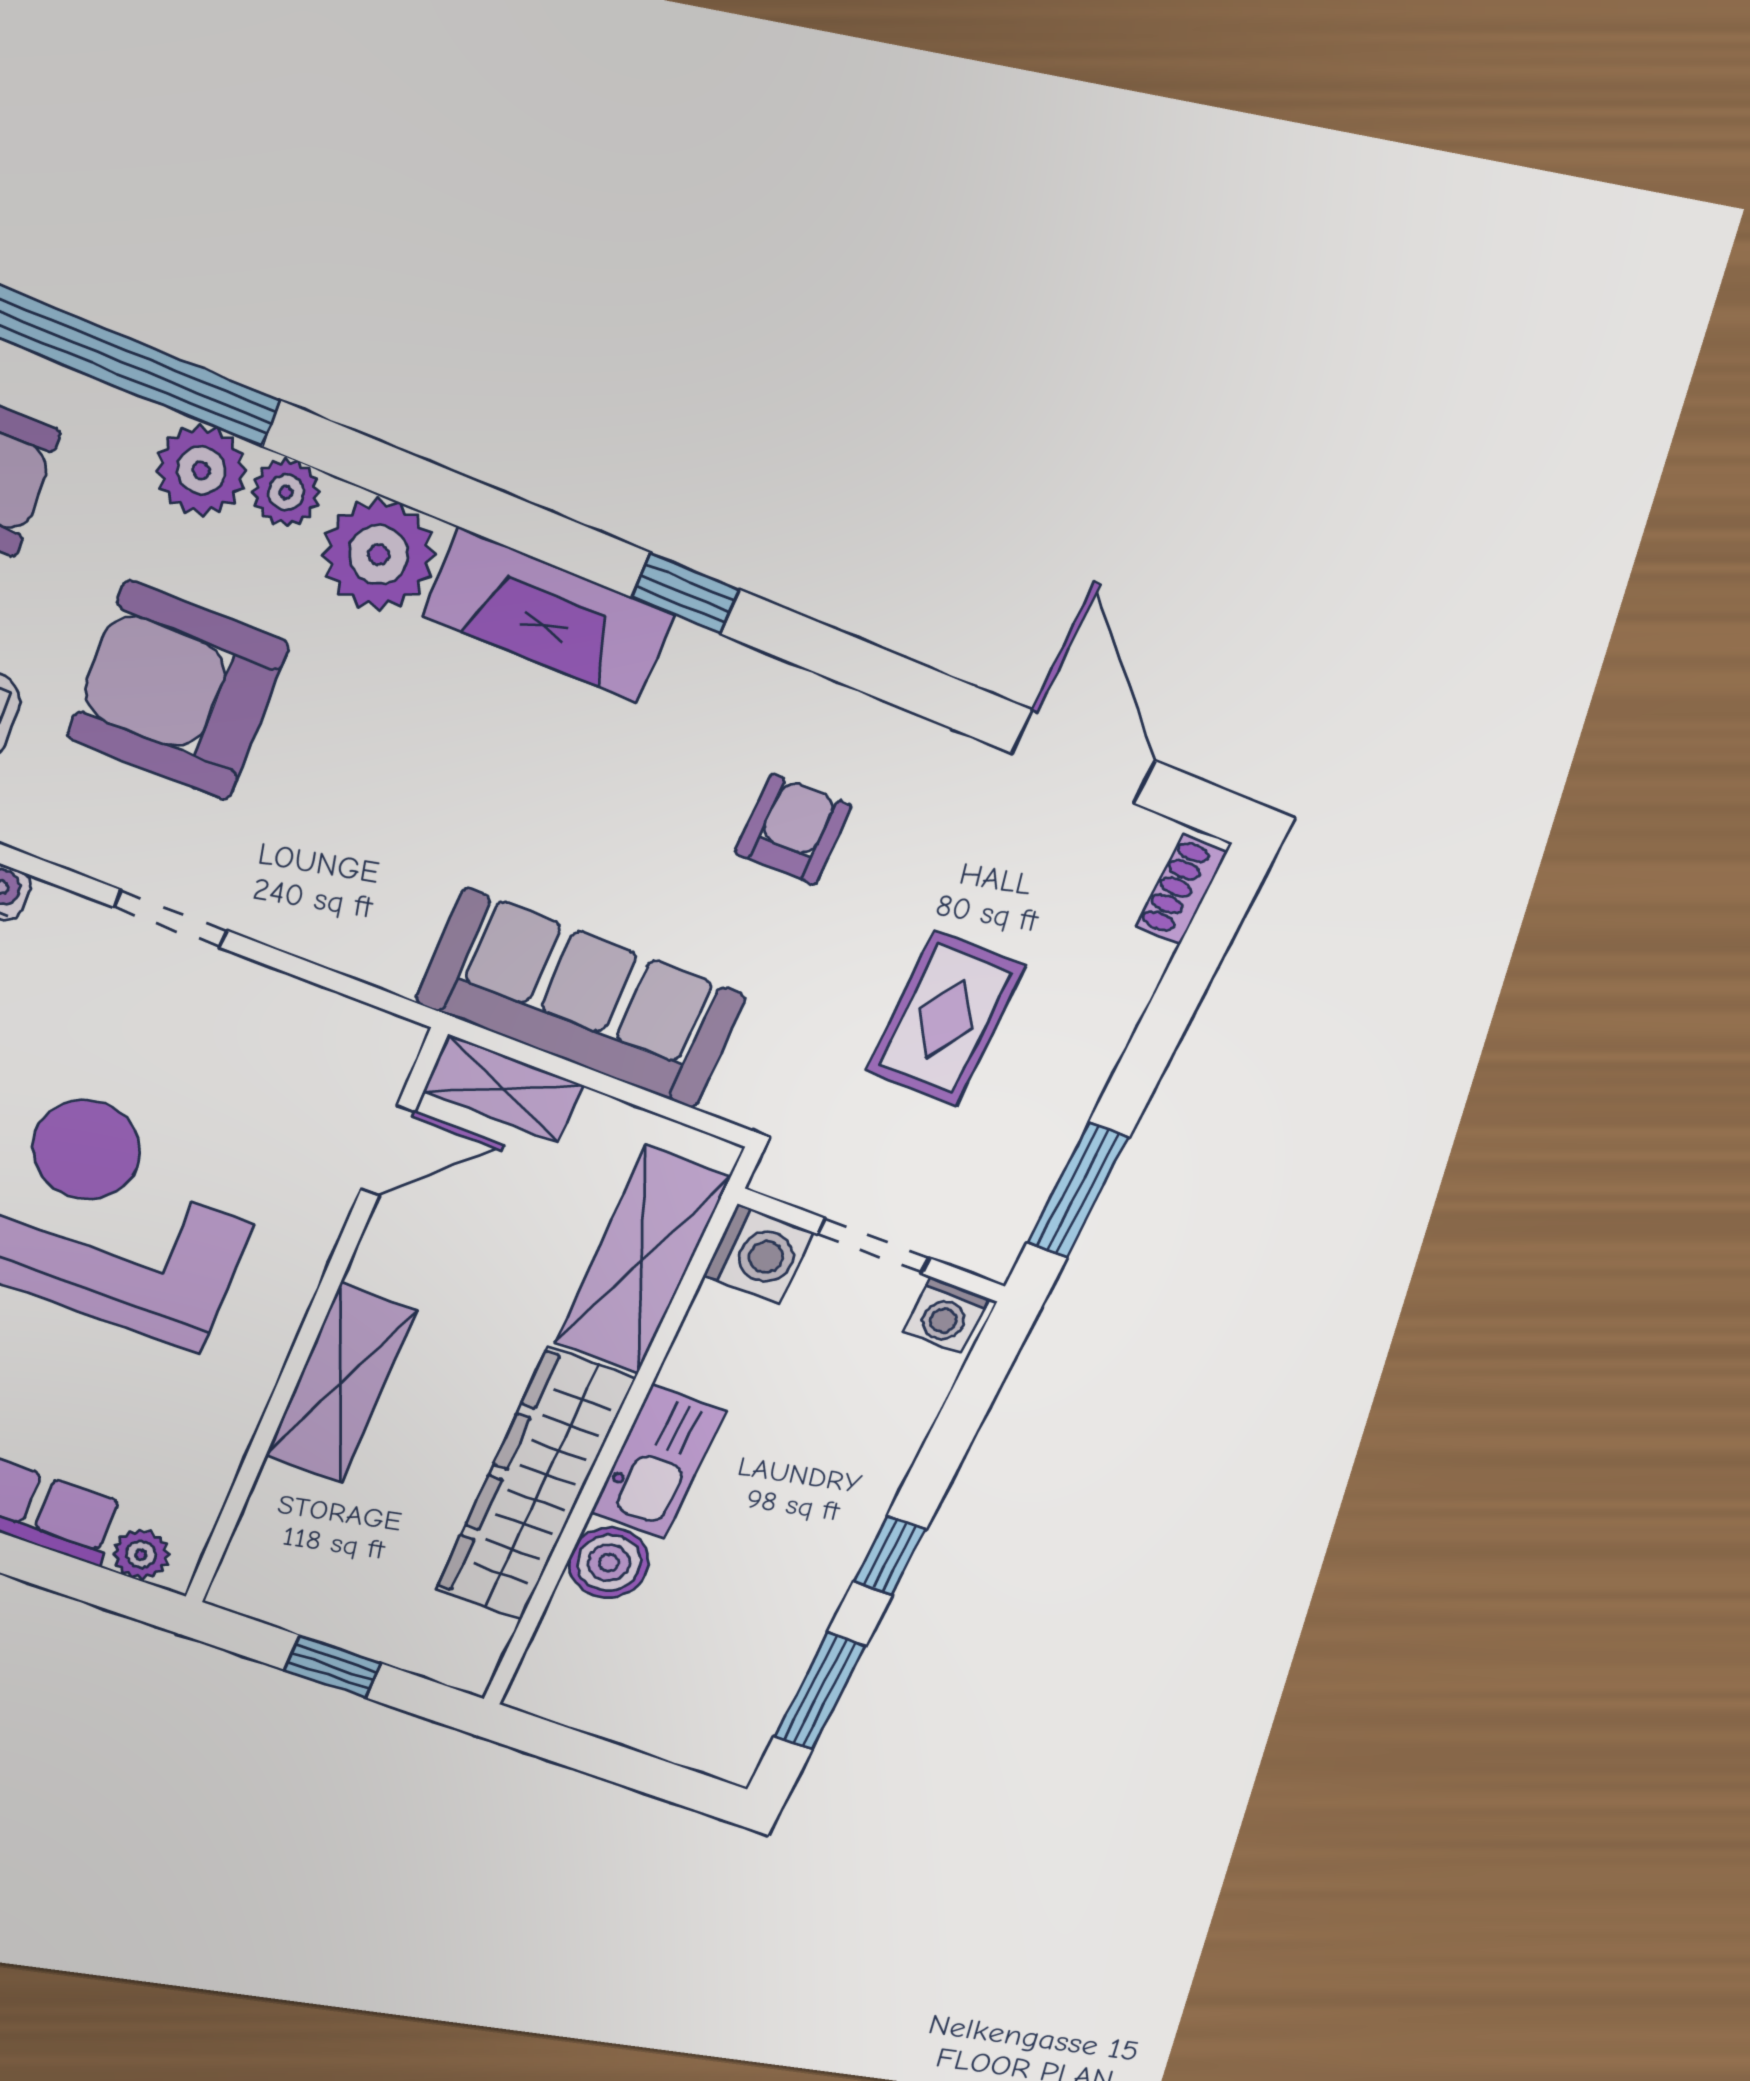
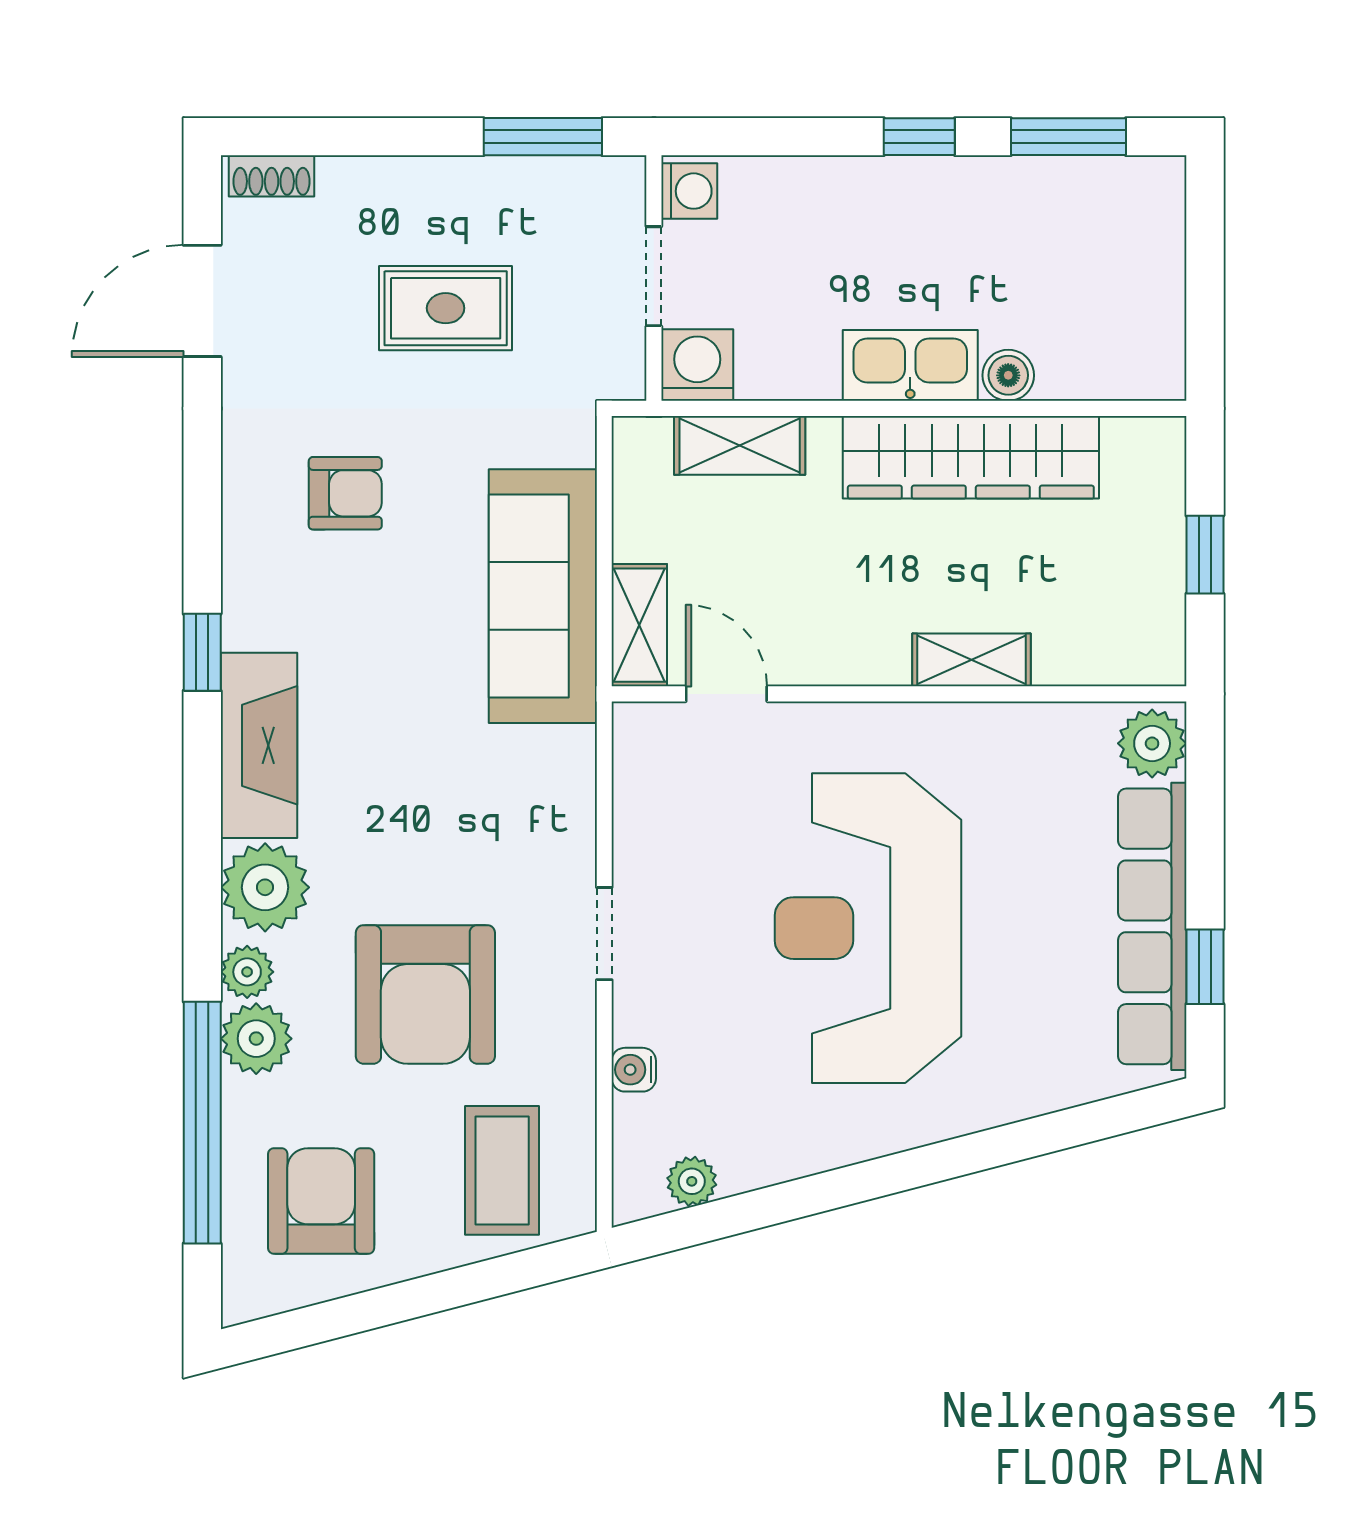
armchair: (793, 829) -> (345, 493), turned 180
shelving: (642, 1261) -> (740, 445), width x0.67, depth x0.75
shelving: (341, 1383) -> (971, 660), width x0.67, depth x0.75
plant: (141, 1555) -> (1152, 743), width x1.38, depth x1.38
boiler: (609, 1563) -> (1008, 375), width x0.73, depth x0.73

